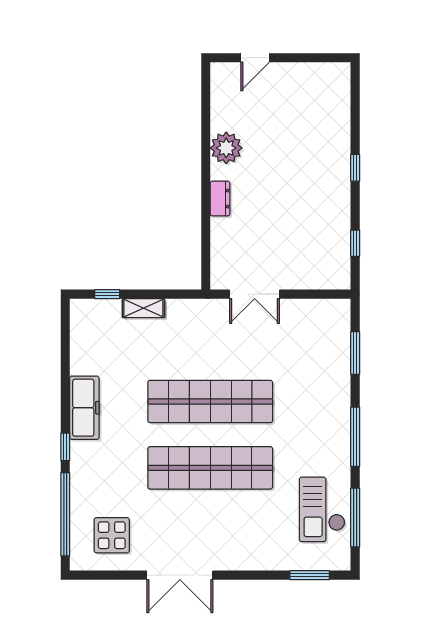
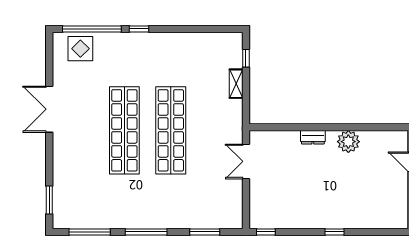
window: (355, 243) -> (266, 232), moved
freezer: (84, 408) -> (166, 42), removed
checkout: (322, 509) -> (95, 209), removed
display table: (112, 535) -> (80, 49), moved

